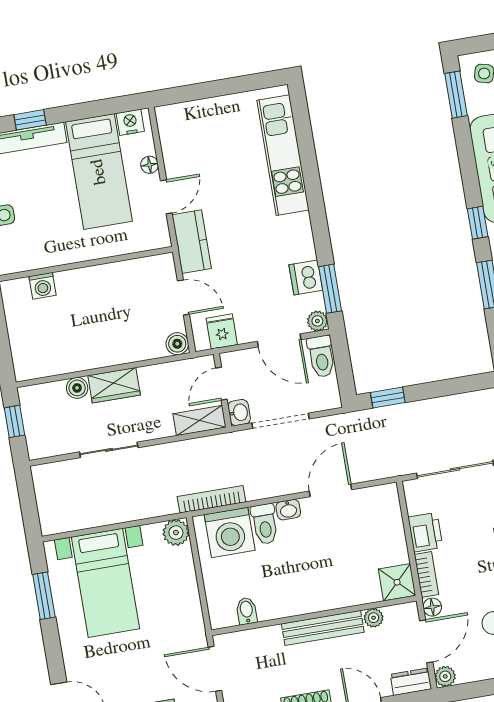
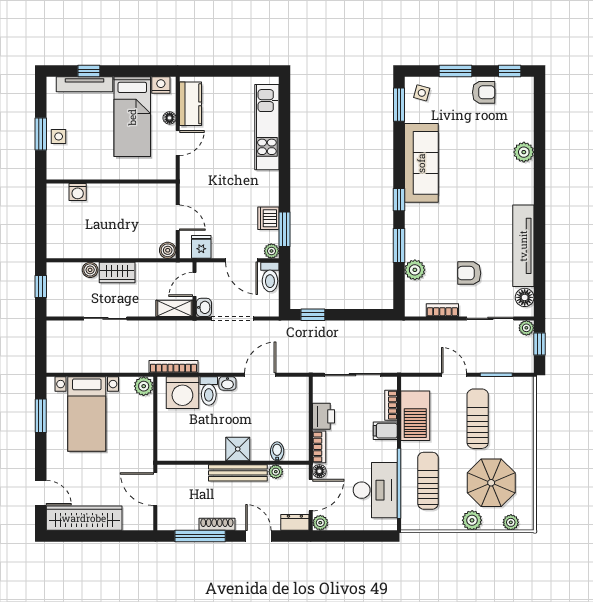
kitchen counter: (192, 242) -> (191, 104), moved
shower: (397, 582) -> (238, 449), moved
bidet: (247, 611) -> (277, 451), moved

